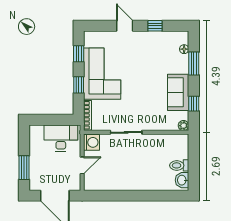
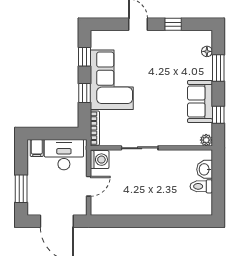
filing cabinet: (37, 132) -> (37, 148), added
washbasin: (182, 180) -> (205, 169), moved

